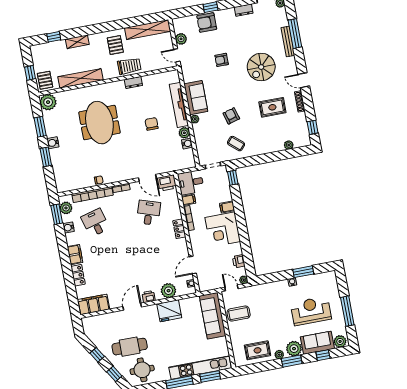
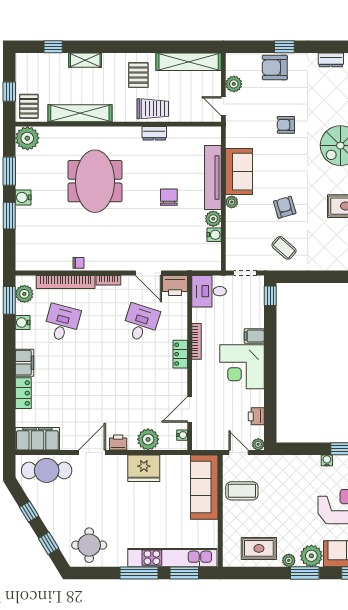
filing cabinet: (189, 200) -> (201, 315), removed
desk: (95, 223) -> (62, 323), turned 30
cafe table: (130, 347) -> (47, 470), moved

